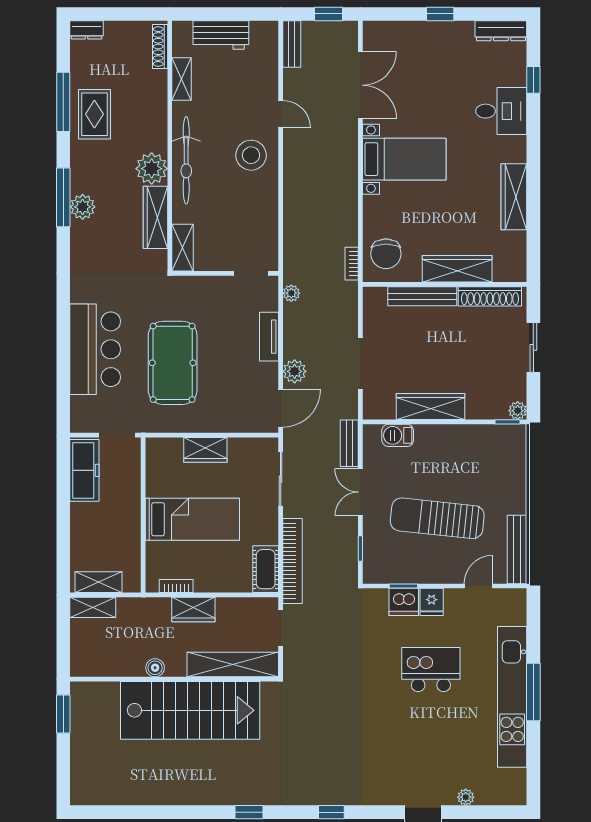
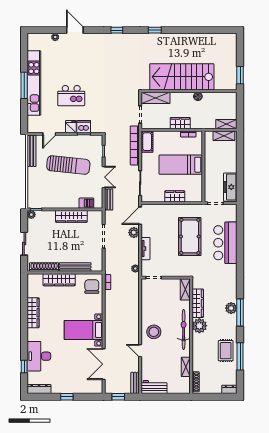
workbench: (221, 35) -> (154, 387), moved
desk: (501, 111) -> (39, 356), width x1.37
shelving: (233, 664) -> (156, 98), width x0.68

